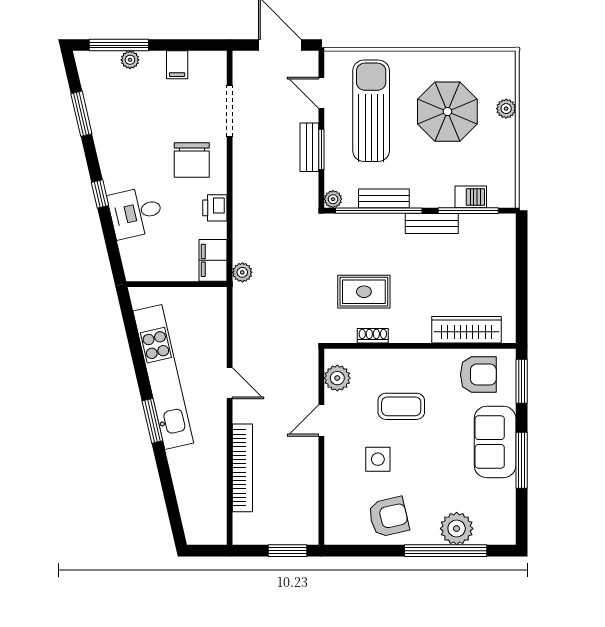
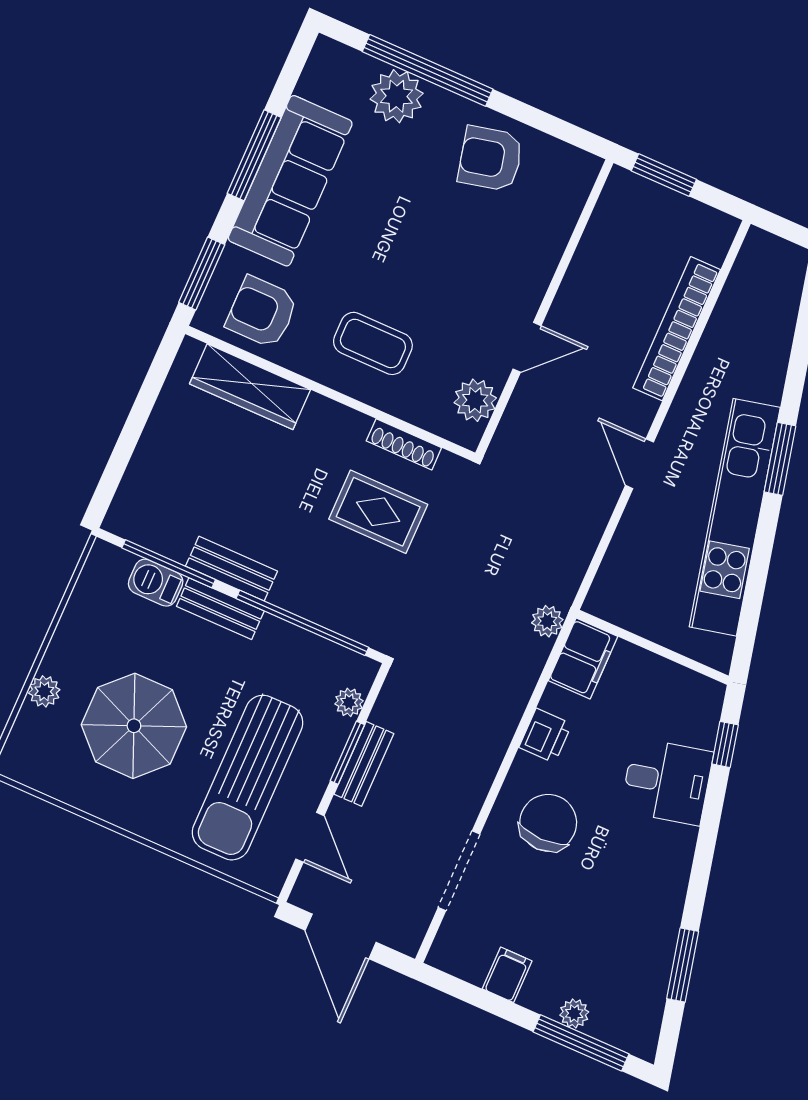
window: (100, 194) -> (725, 744), moved
bench: (384, 198) -> (220, 609), moved
plant: (333, 199) -> (349, 702), moved
shoe rack: (373, 336) -> (404, 444), width x1.43
coffee table: (401, 406) -> (373, 343), moved
sofa: (495, 442) -> (290, 181), width x1.36
side table: (378, 459) -> (468, 252), removed

